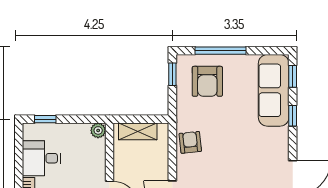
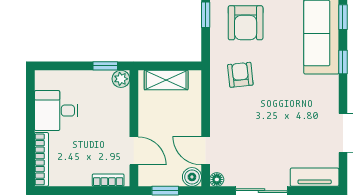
window: (45, 119) -> (105, 66), moved
armchair: (190, 142) -> (240, 75), moved

